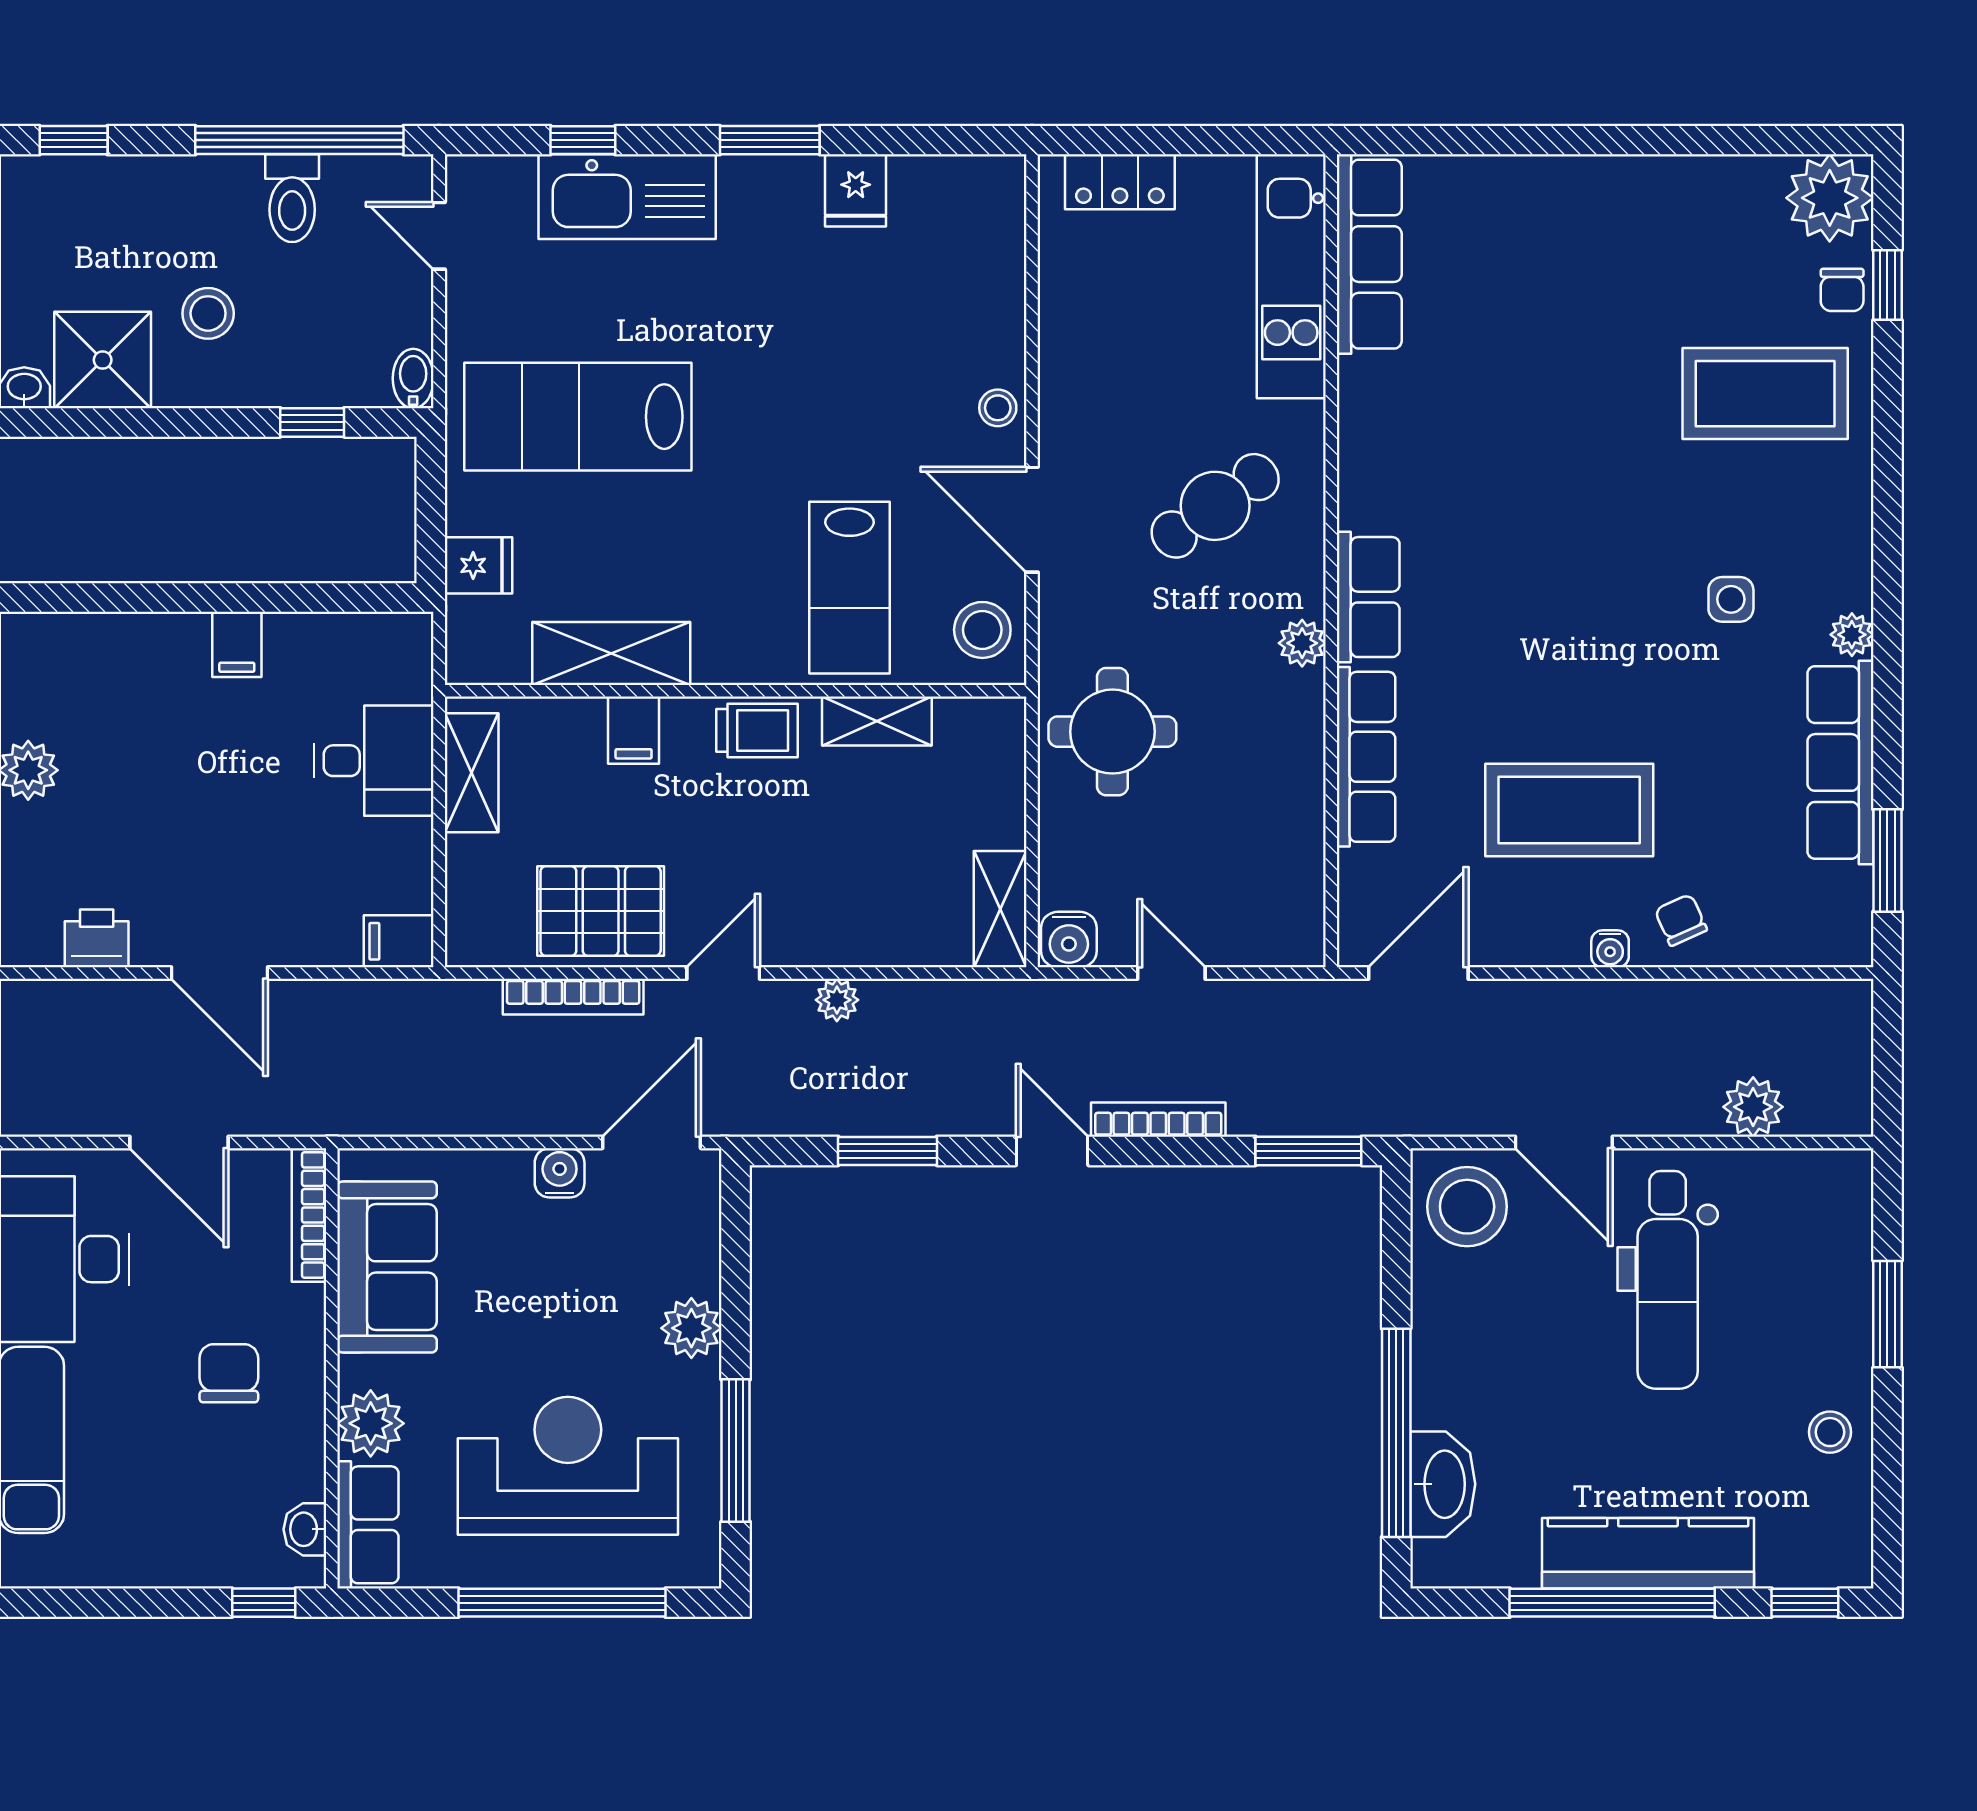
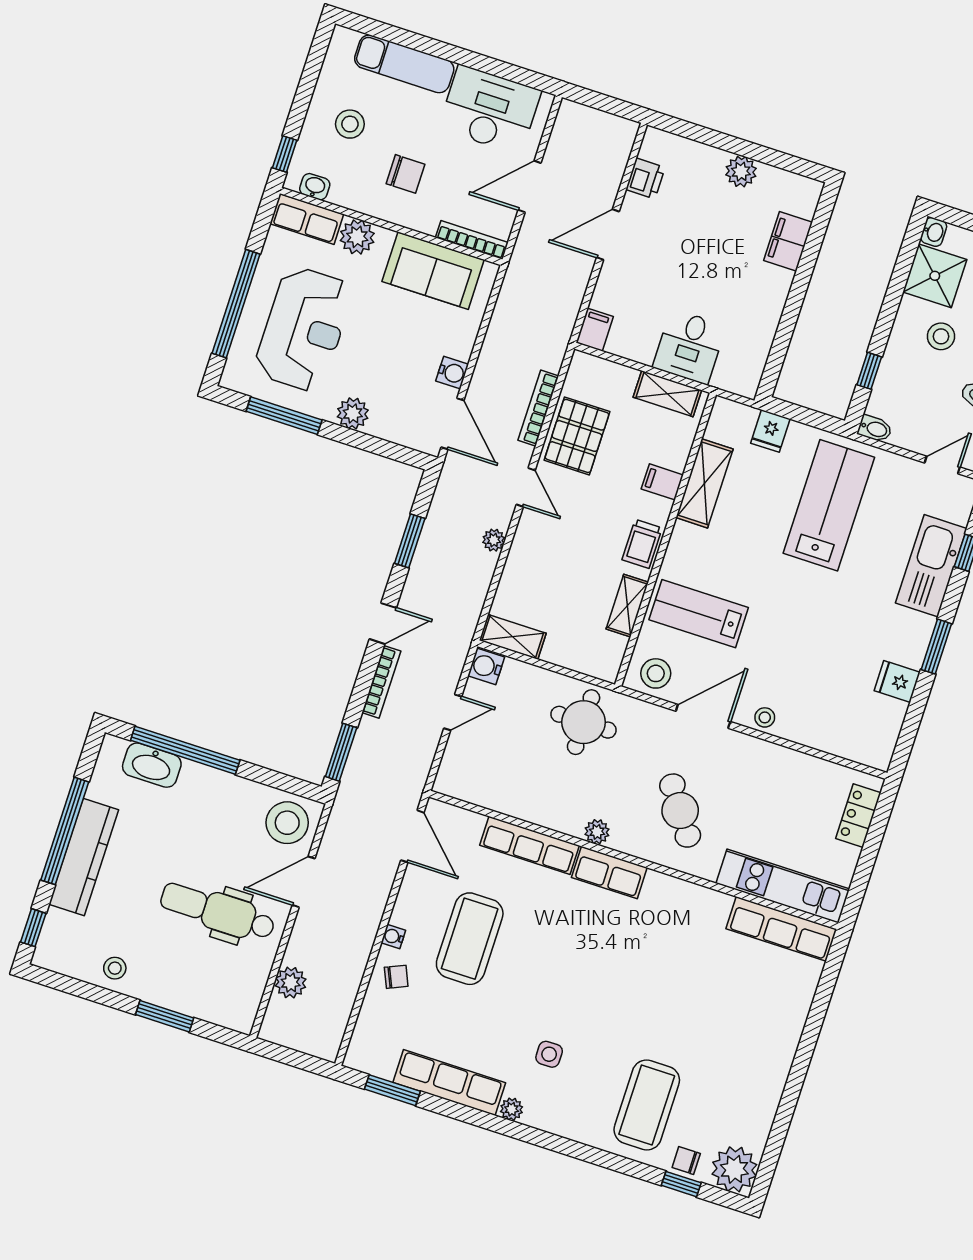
filing cabinet: (237, 644) -> (788, 241), moved, width x2.00
stool: (172, 1503) -> (350, 124), added

